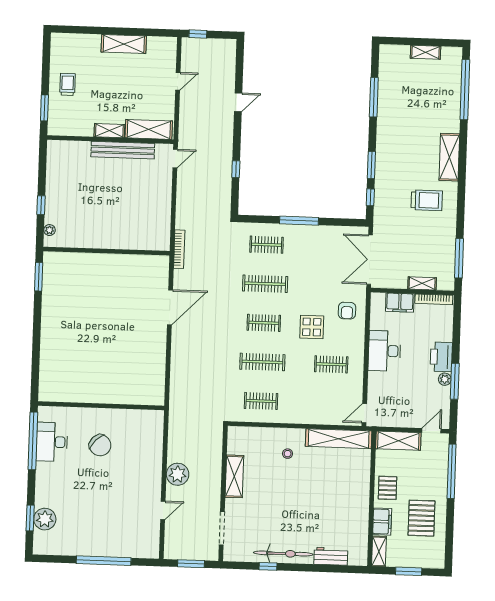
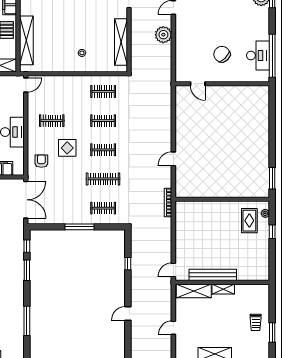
window: (44, 108) -> (272, 332), moved
rug: (71, 221) -> (249, 221), added
door: (170, 307) -> (173, 159), width x0.53
clothes rail: (262, 362) -> (103, 121), width x0.73
door: (134, 407) -> (198, 84), added
shelving: (339, 439) -> (26, 40), moved, turned 90
shelving: (234, 476) -> (121, 42), width x1.47

